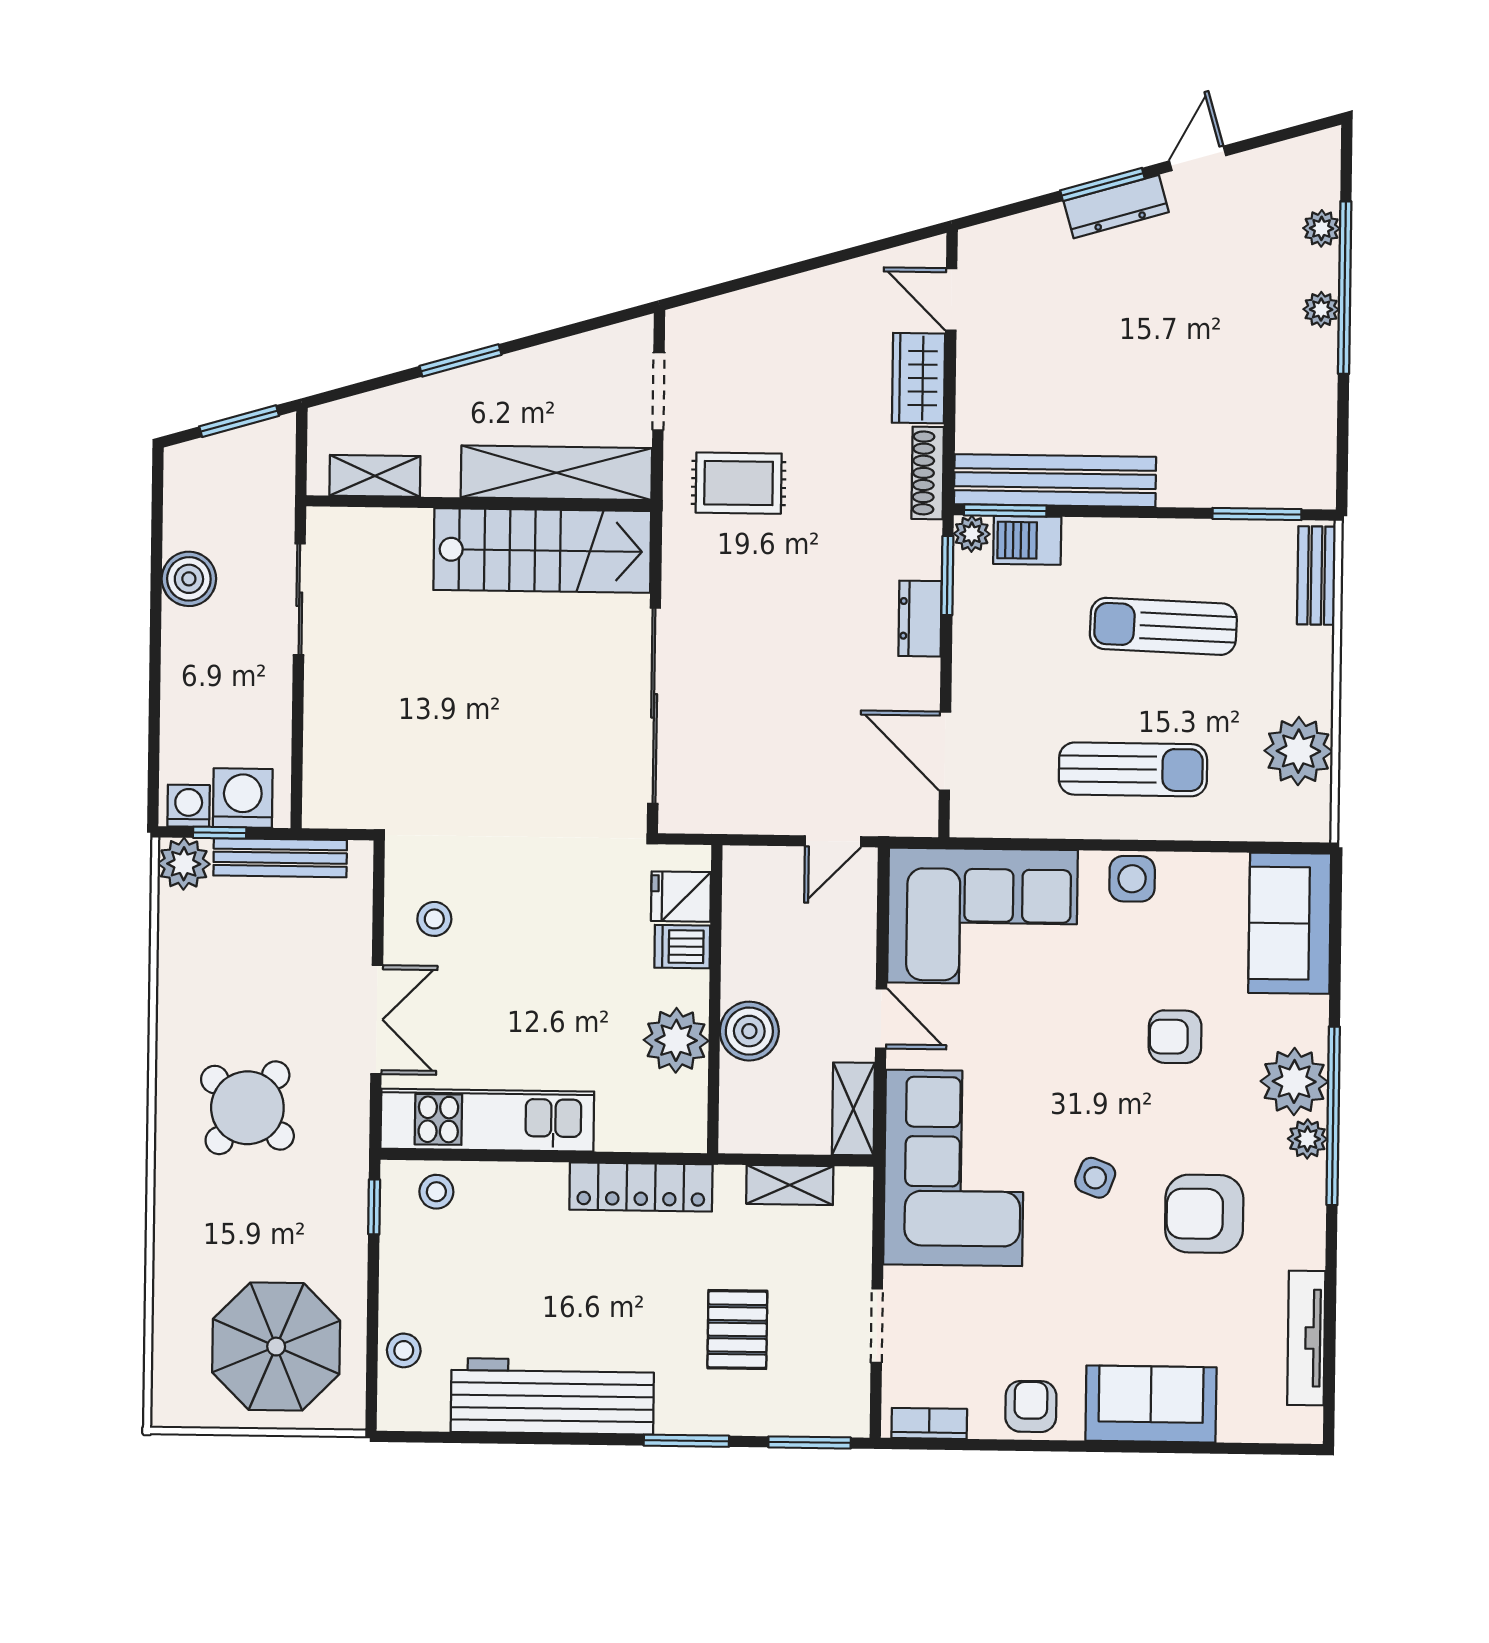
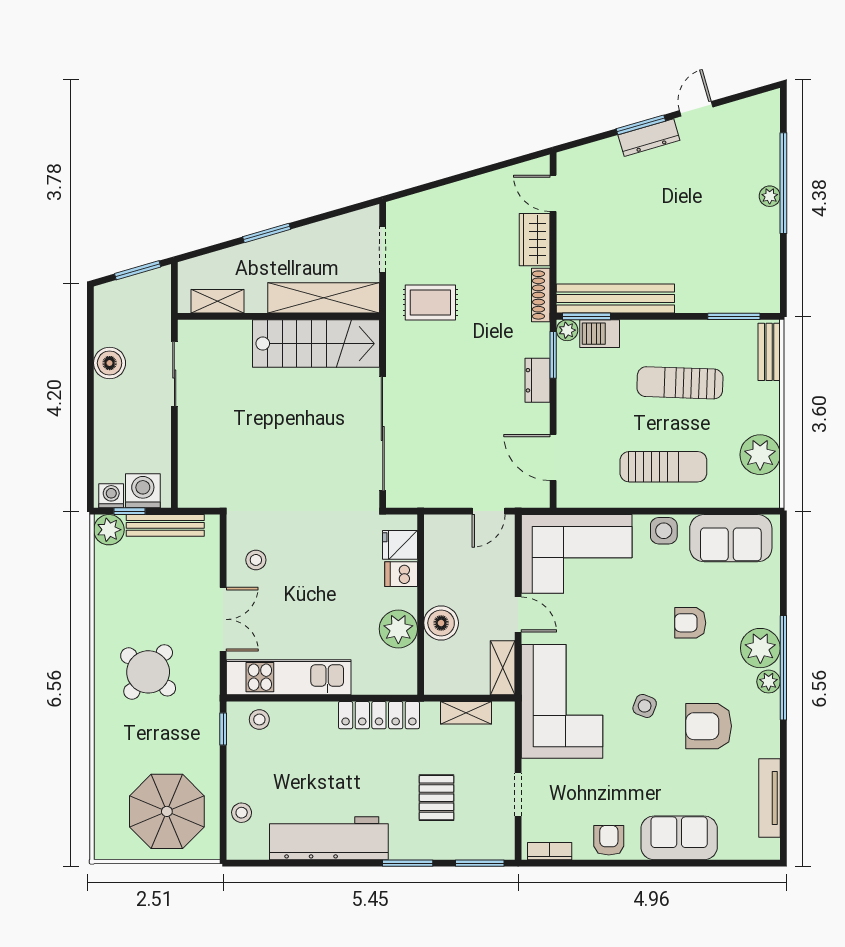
plant: (1321, 228) -> (769, 149), removed
sofa: (1290, 923) -> (731, 538), moved, turned -90

